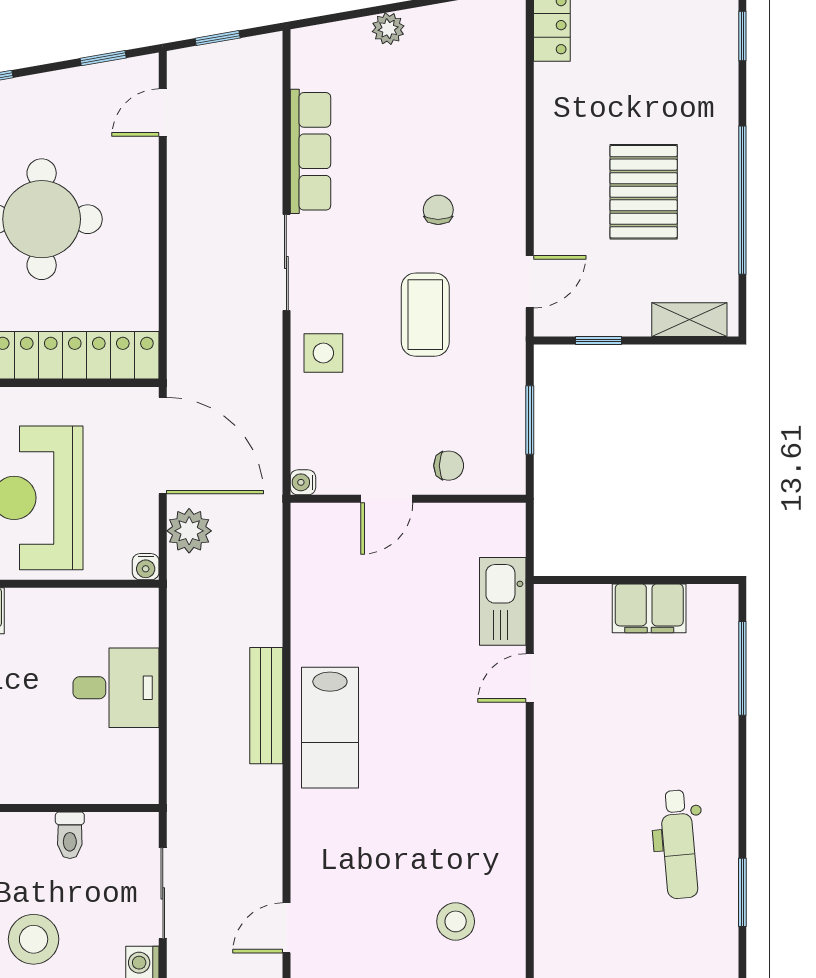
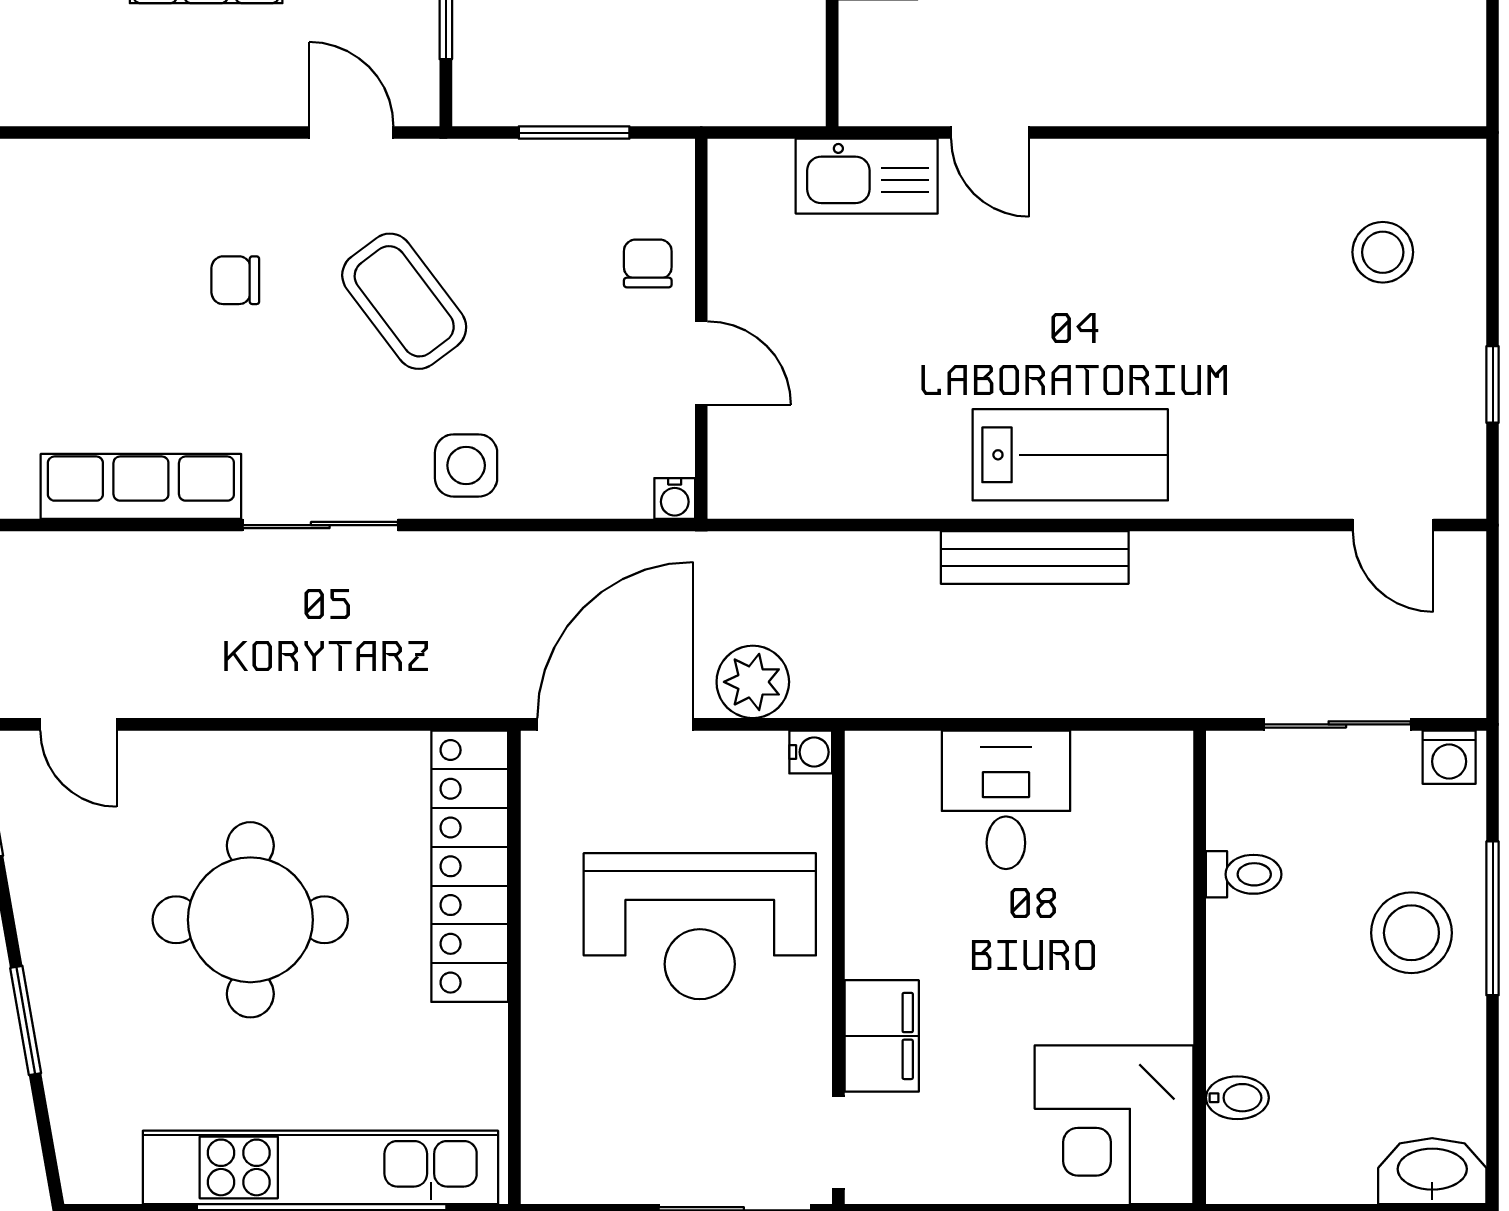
coffee table: (425, 315) -> (404, 301), turned 53

